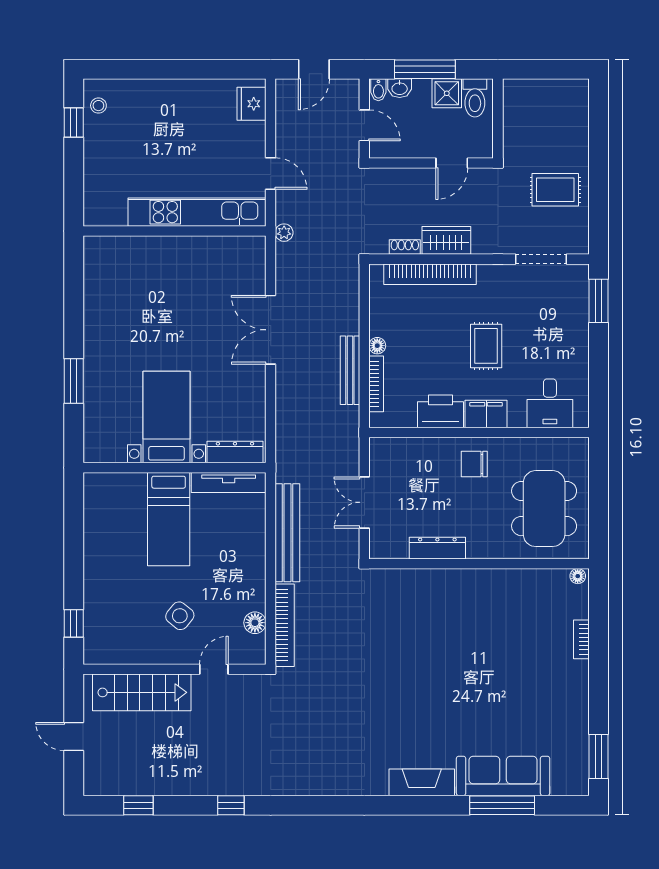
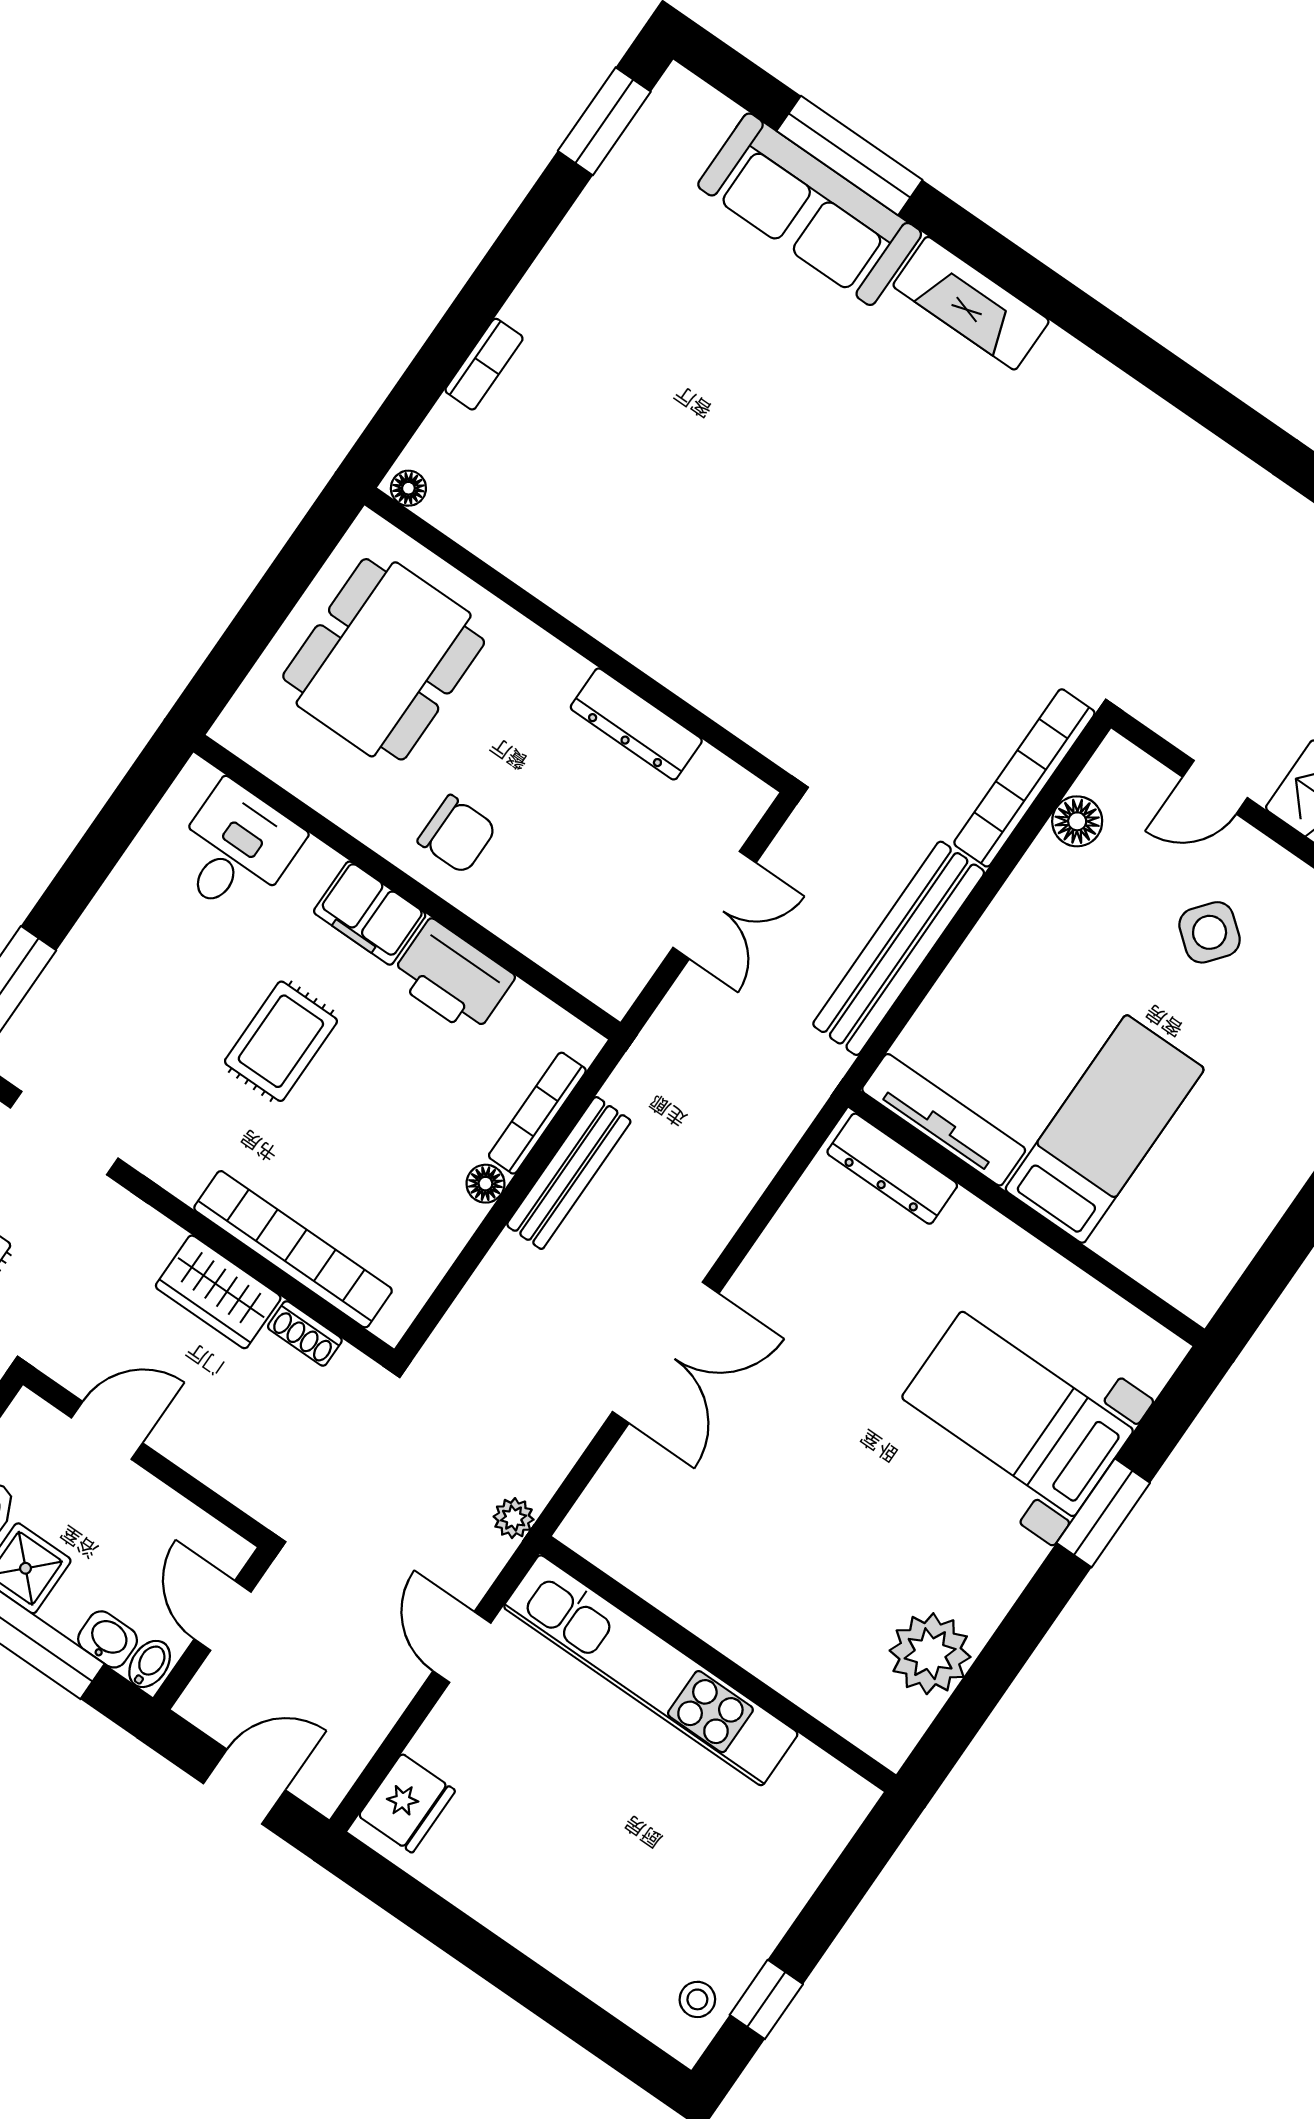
plant: (101, 287) -> (930, 1654), added
bed with nightstands: (166, 417) -> (1018, 1414), moved, turned 90

